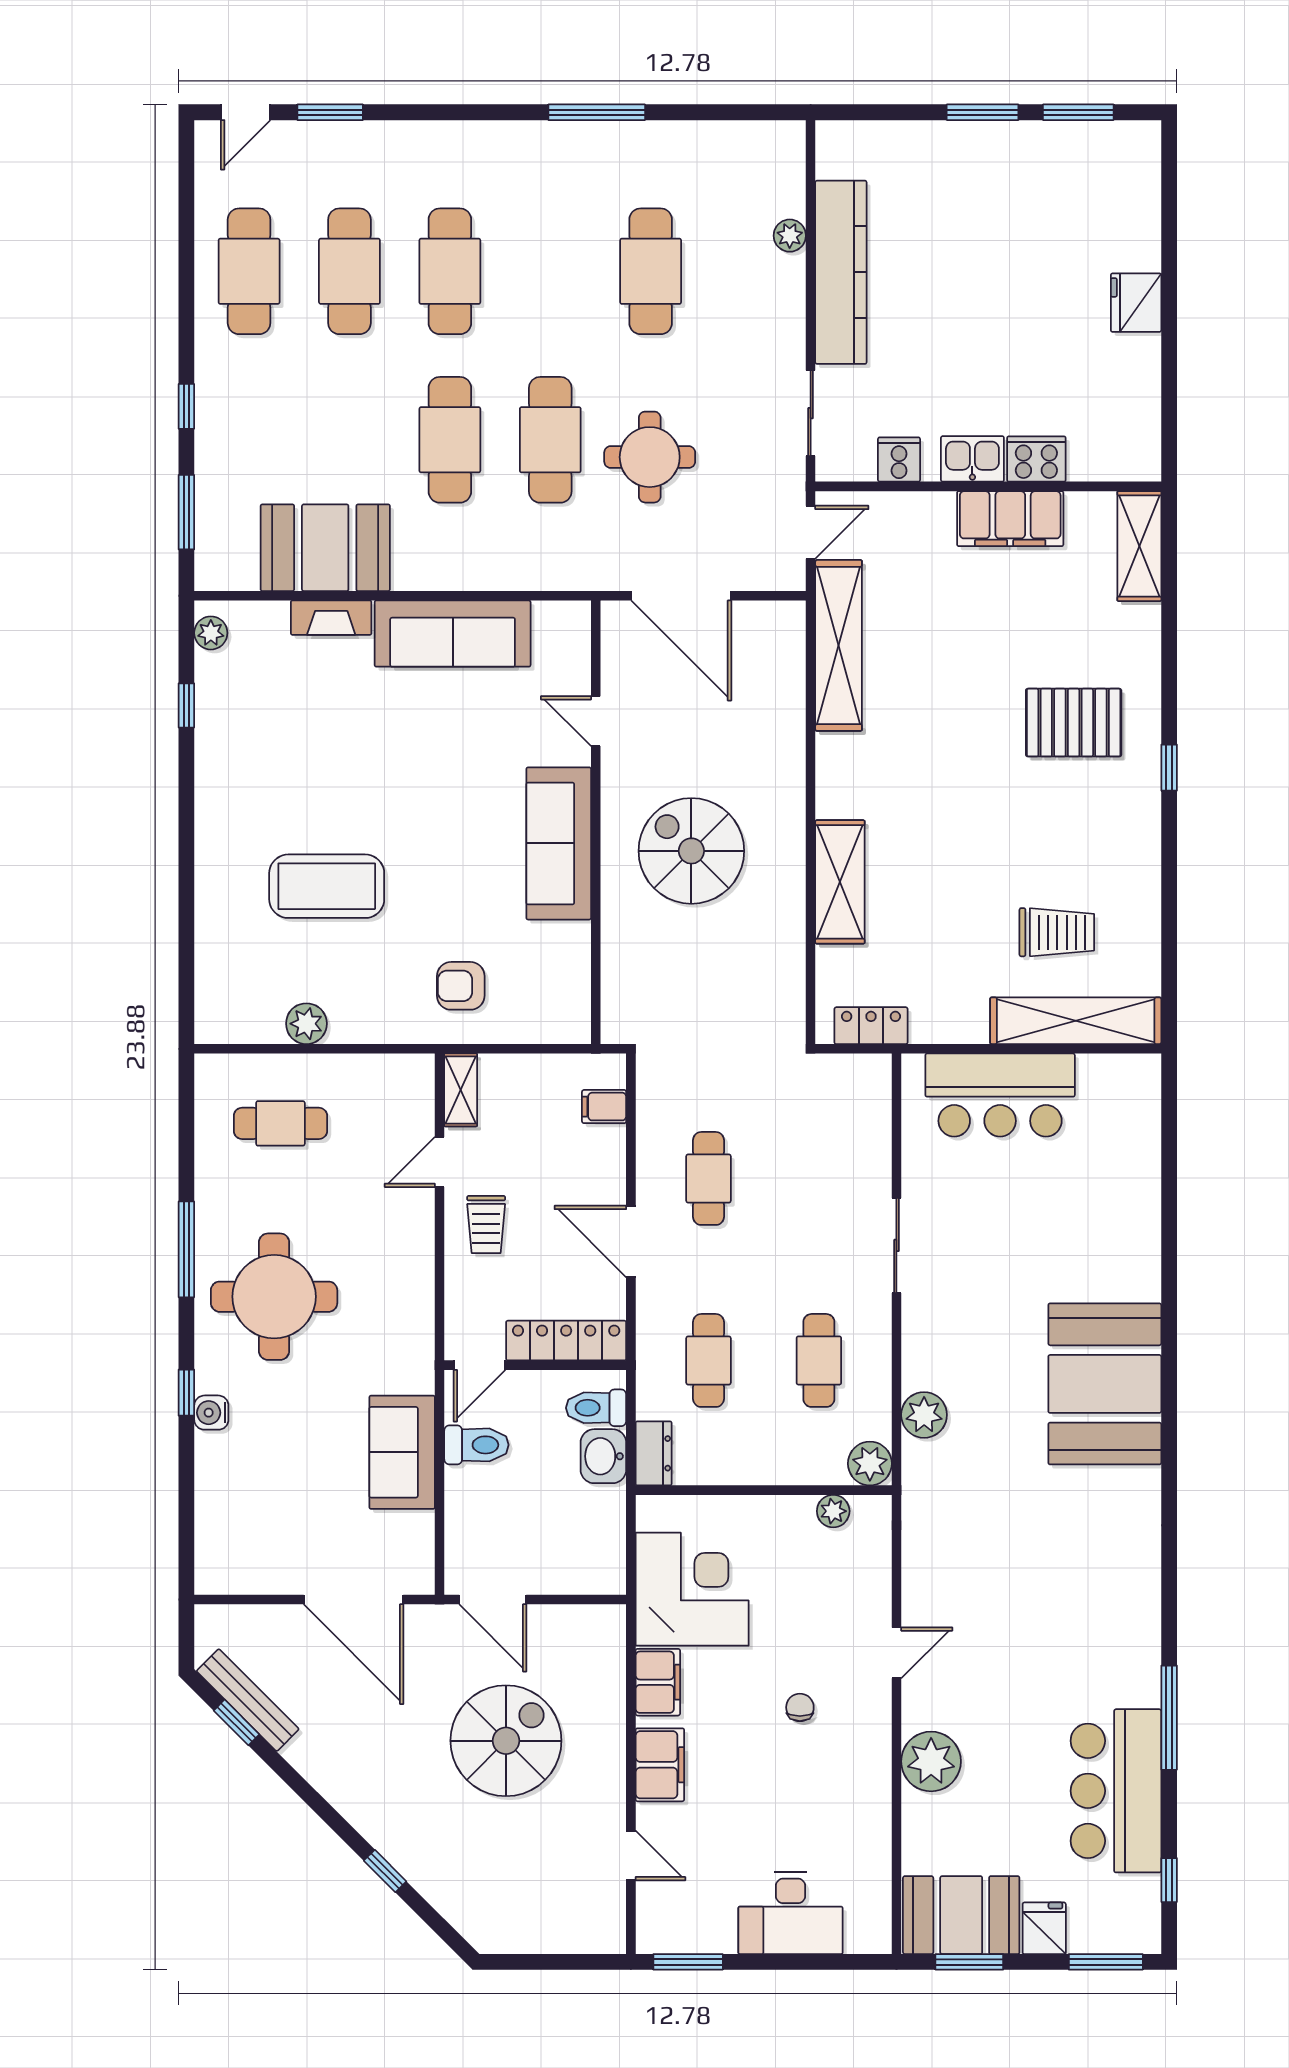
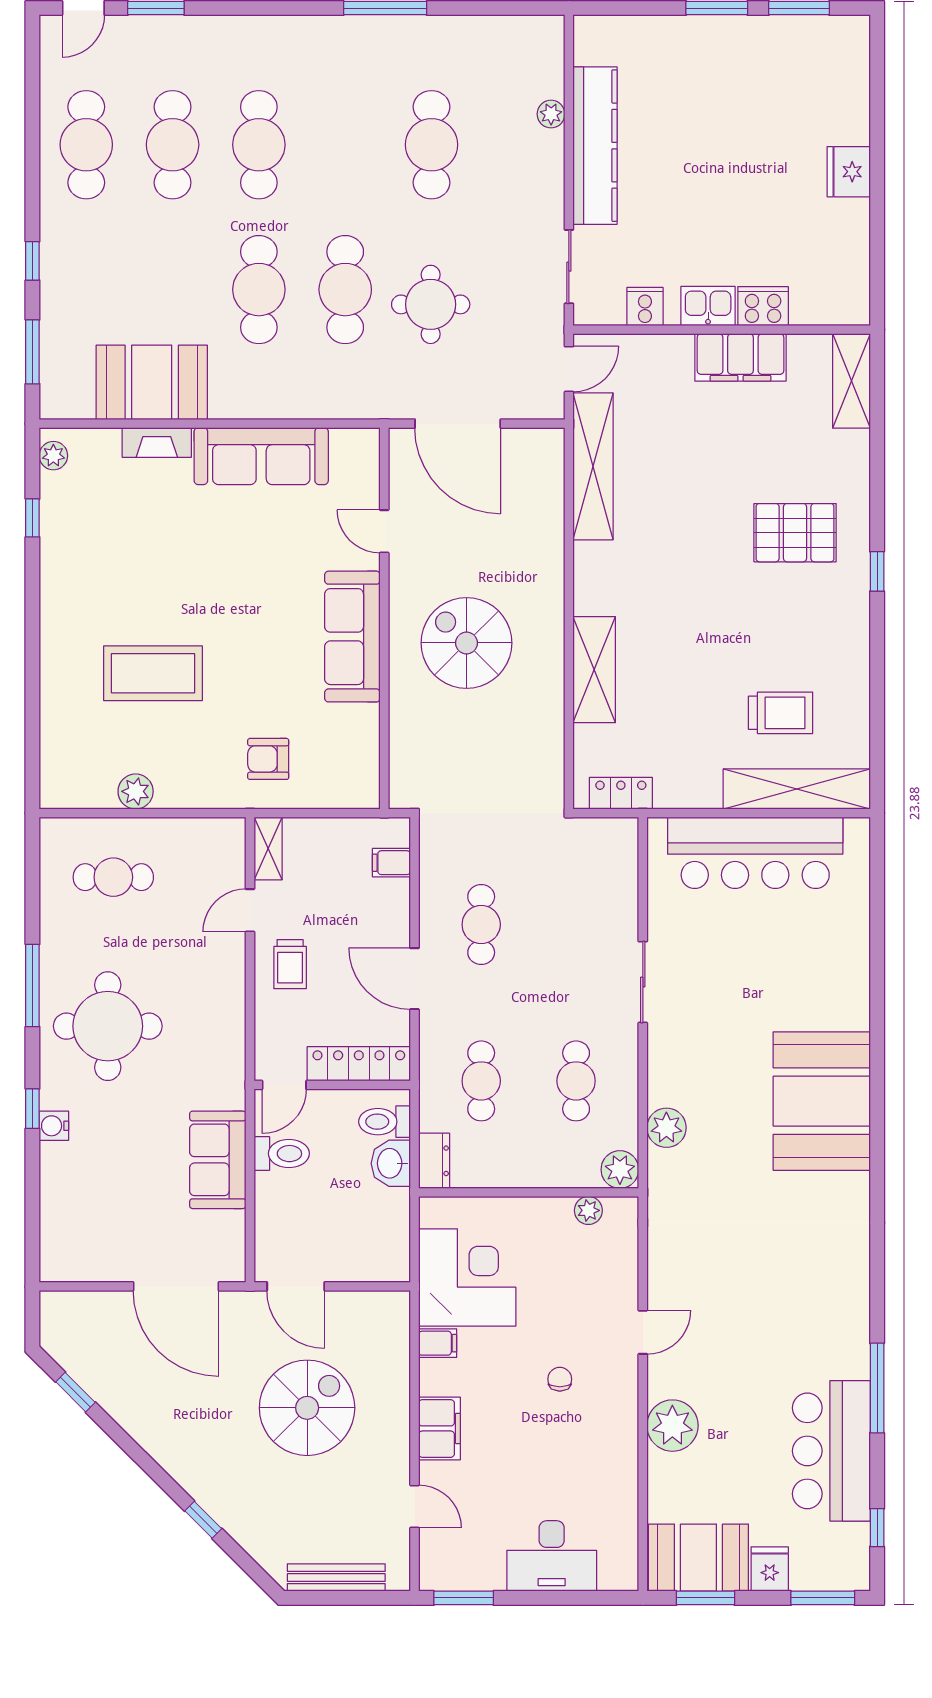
bar counter: (1000, 1095) -> (755, 853), width x1.36
filing cabinet: (658, 1682) -> (438, 1343), width x0.50
bench: (248, 1700) -> (336, 1578), moved, turned -45

